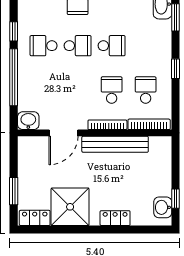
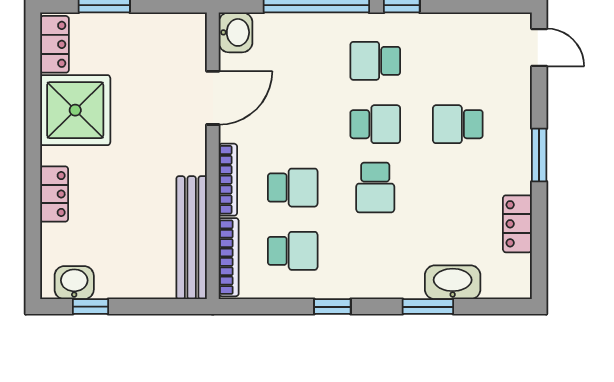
school desk: (44, 46) -> (375, 61), turned -90
school desk: (78, 46) -> (375, 124), turned -90
door: (63, 133) -> (213, 98), swing flipped
bench: (115, 144) -> (192, 238), moved

